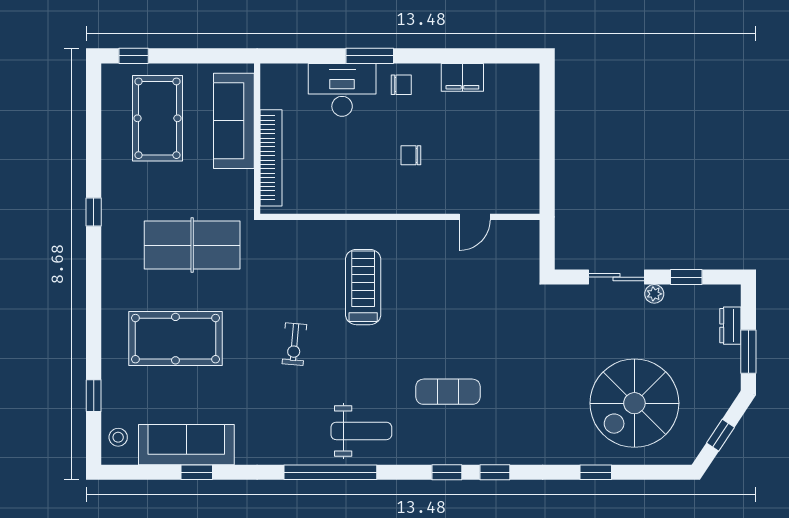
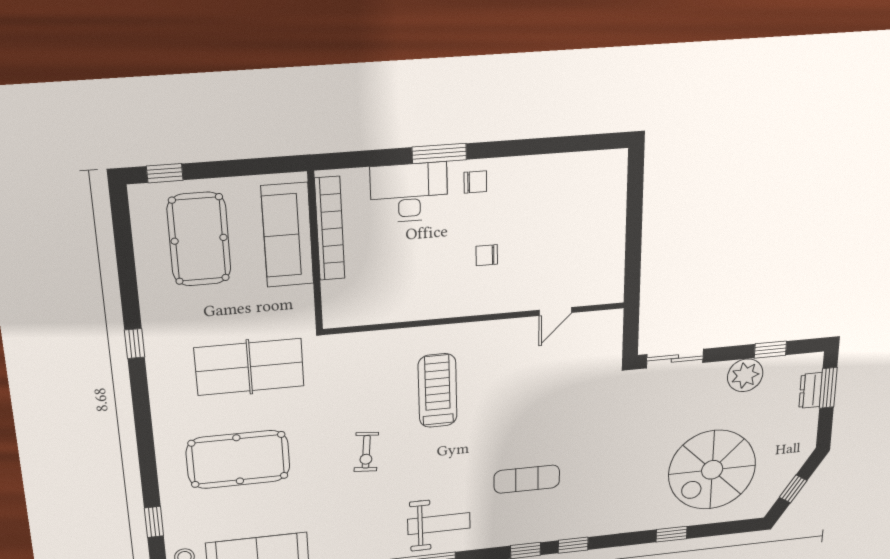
filing cabinet: (462, 77) -> (543, 169), removed
bookcase: (271, 158) -> (330, 229), moved
sliding door: (616, 277) -> (675, 359), moved
plant: (654, 294) -> (745, 375), width x1.88, depth x1.88
window: (748, 352) -> (828, 388), moved

